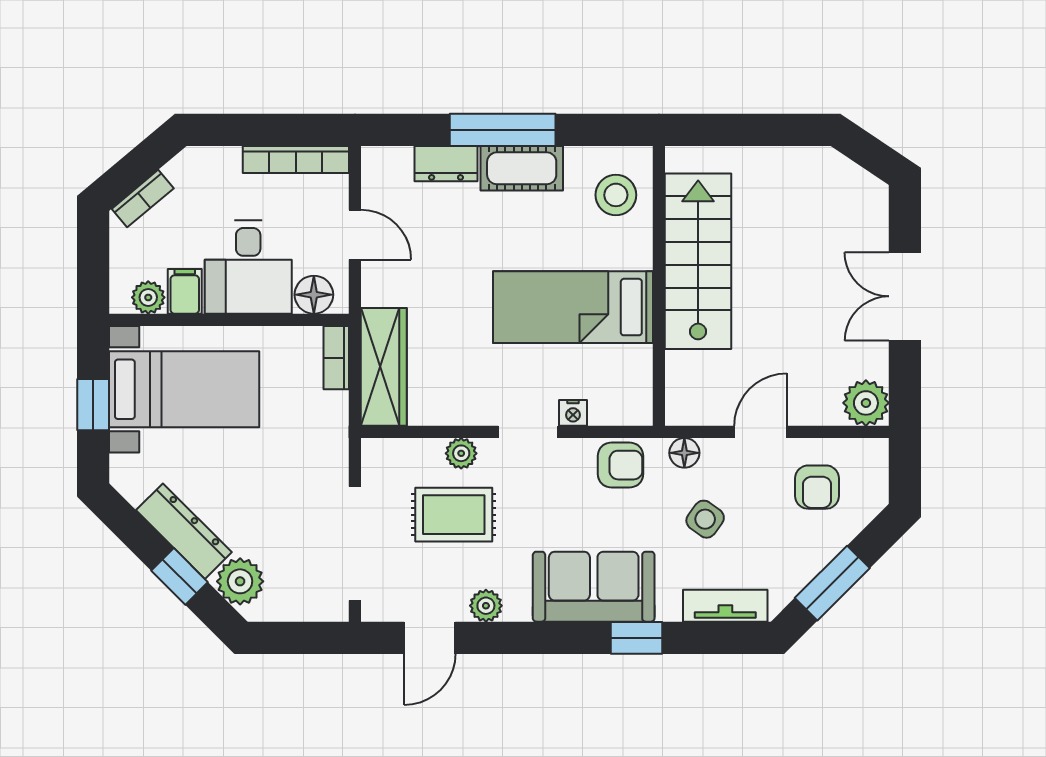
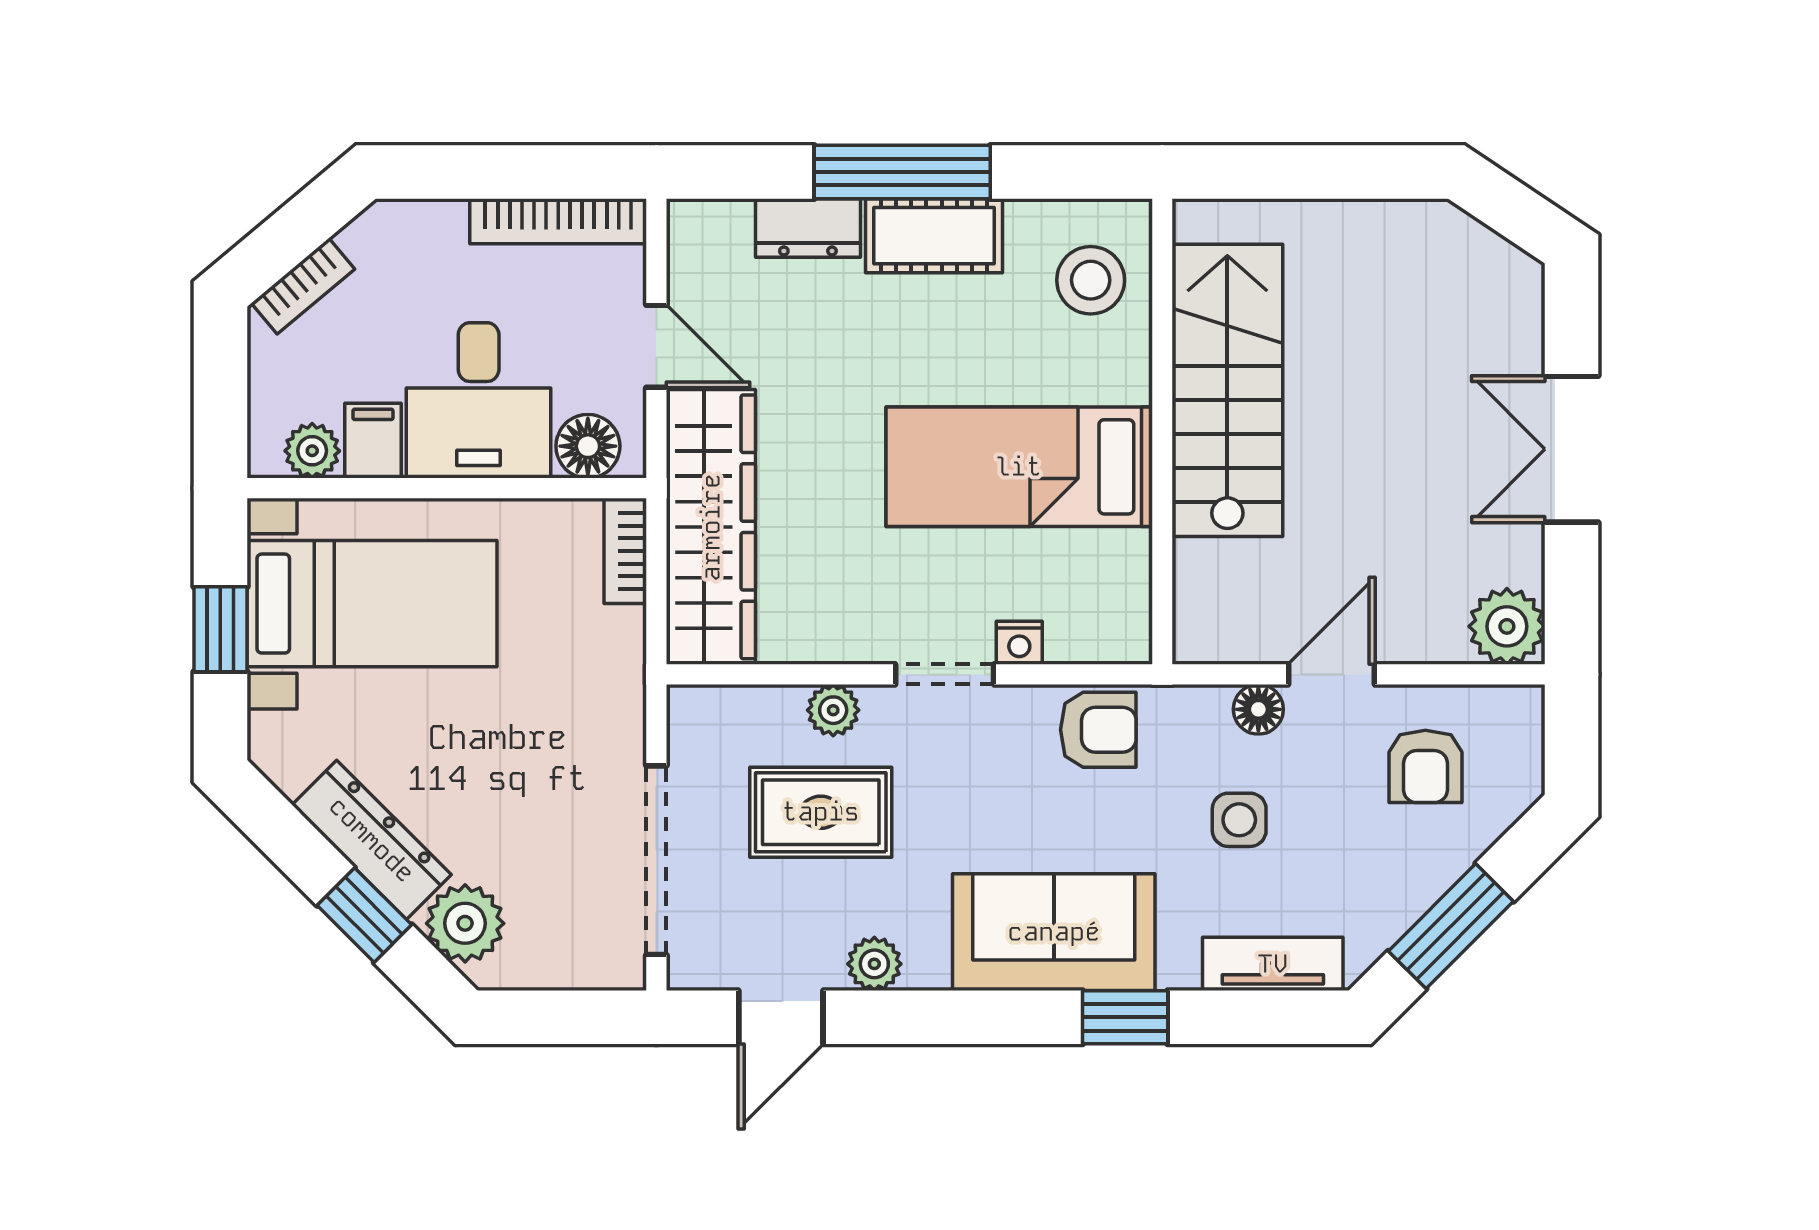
wardrobe: (384, 367) -> (711, 527), width x1.40, depth x1.17
floor lamp: (684, 453) -> (1258, 709), moved
side table: (705, 519) -> (1239, 820), turned -36

